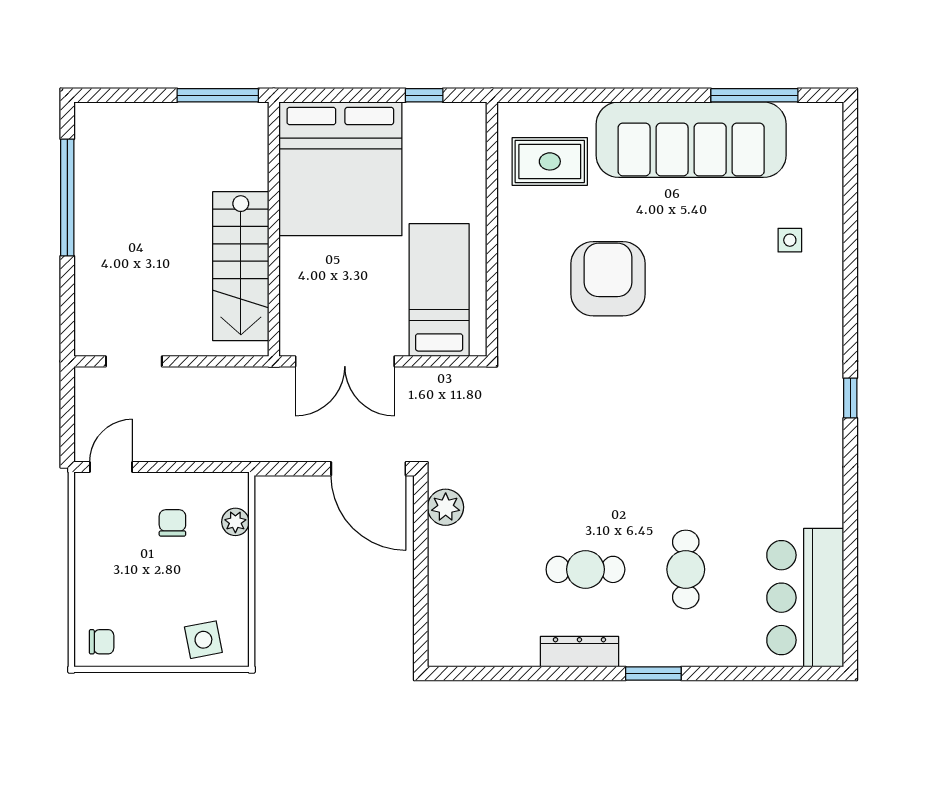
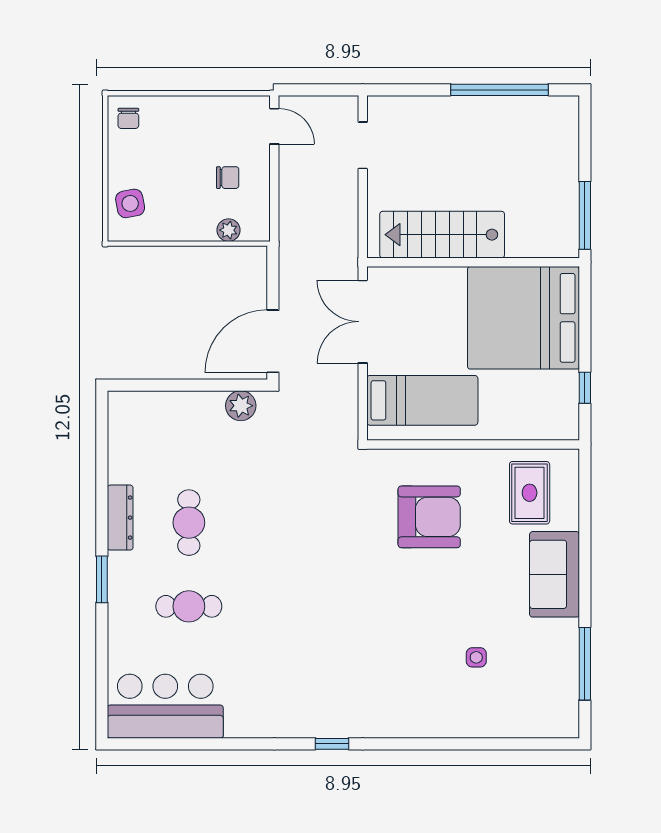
sofa: (691, 140) -> (555, 574), width x0.54, depth x0.79
side table: (790, 240) -> (476, 657), moved
armchair: (608, 279) -> (429, 517), moved

